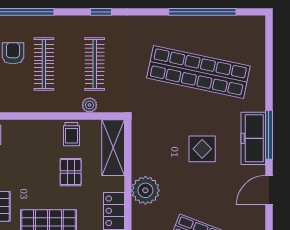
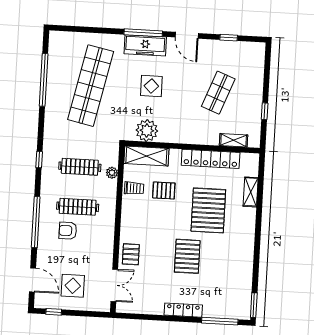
plant: (145, 190) -> (147, 131), moved

